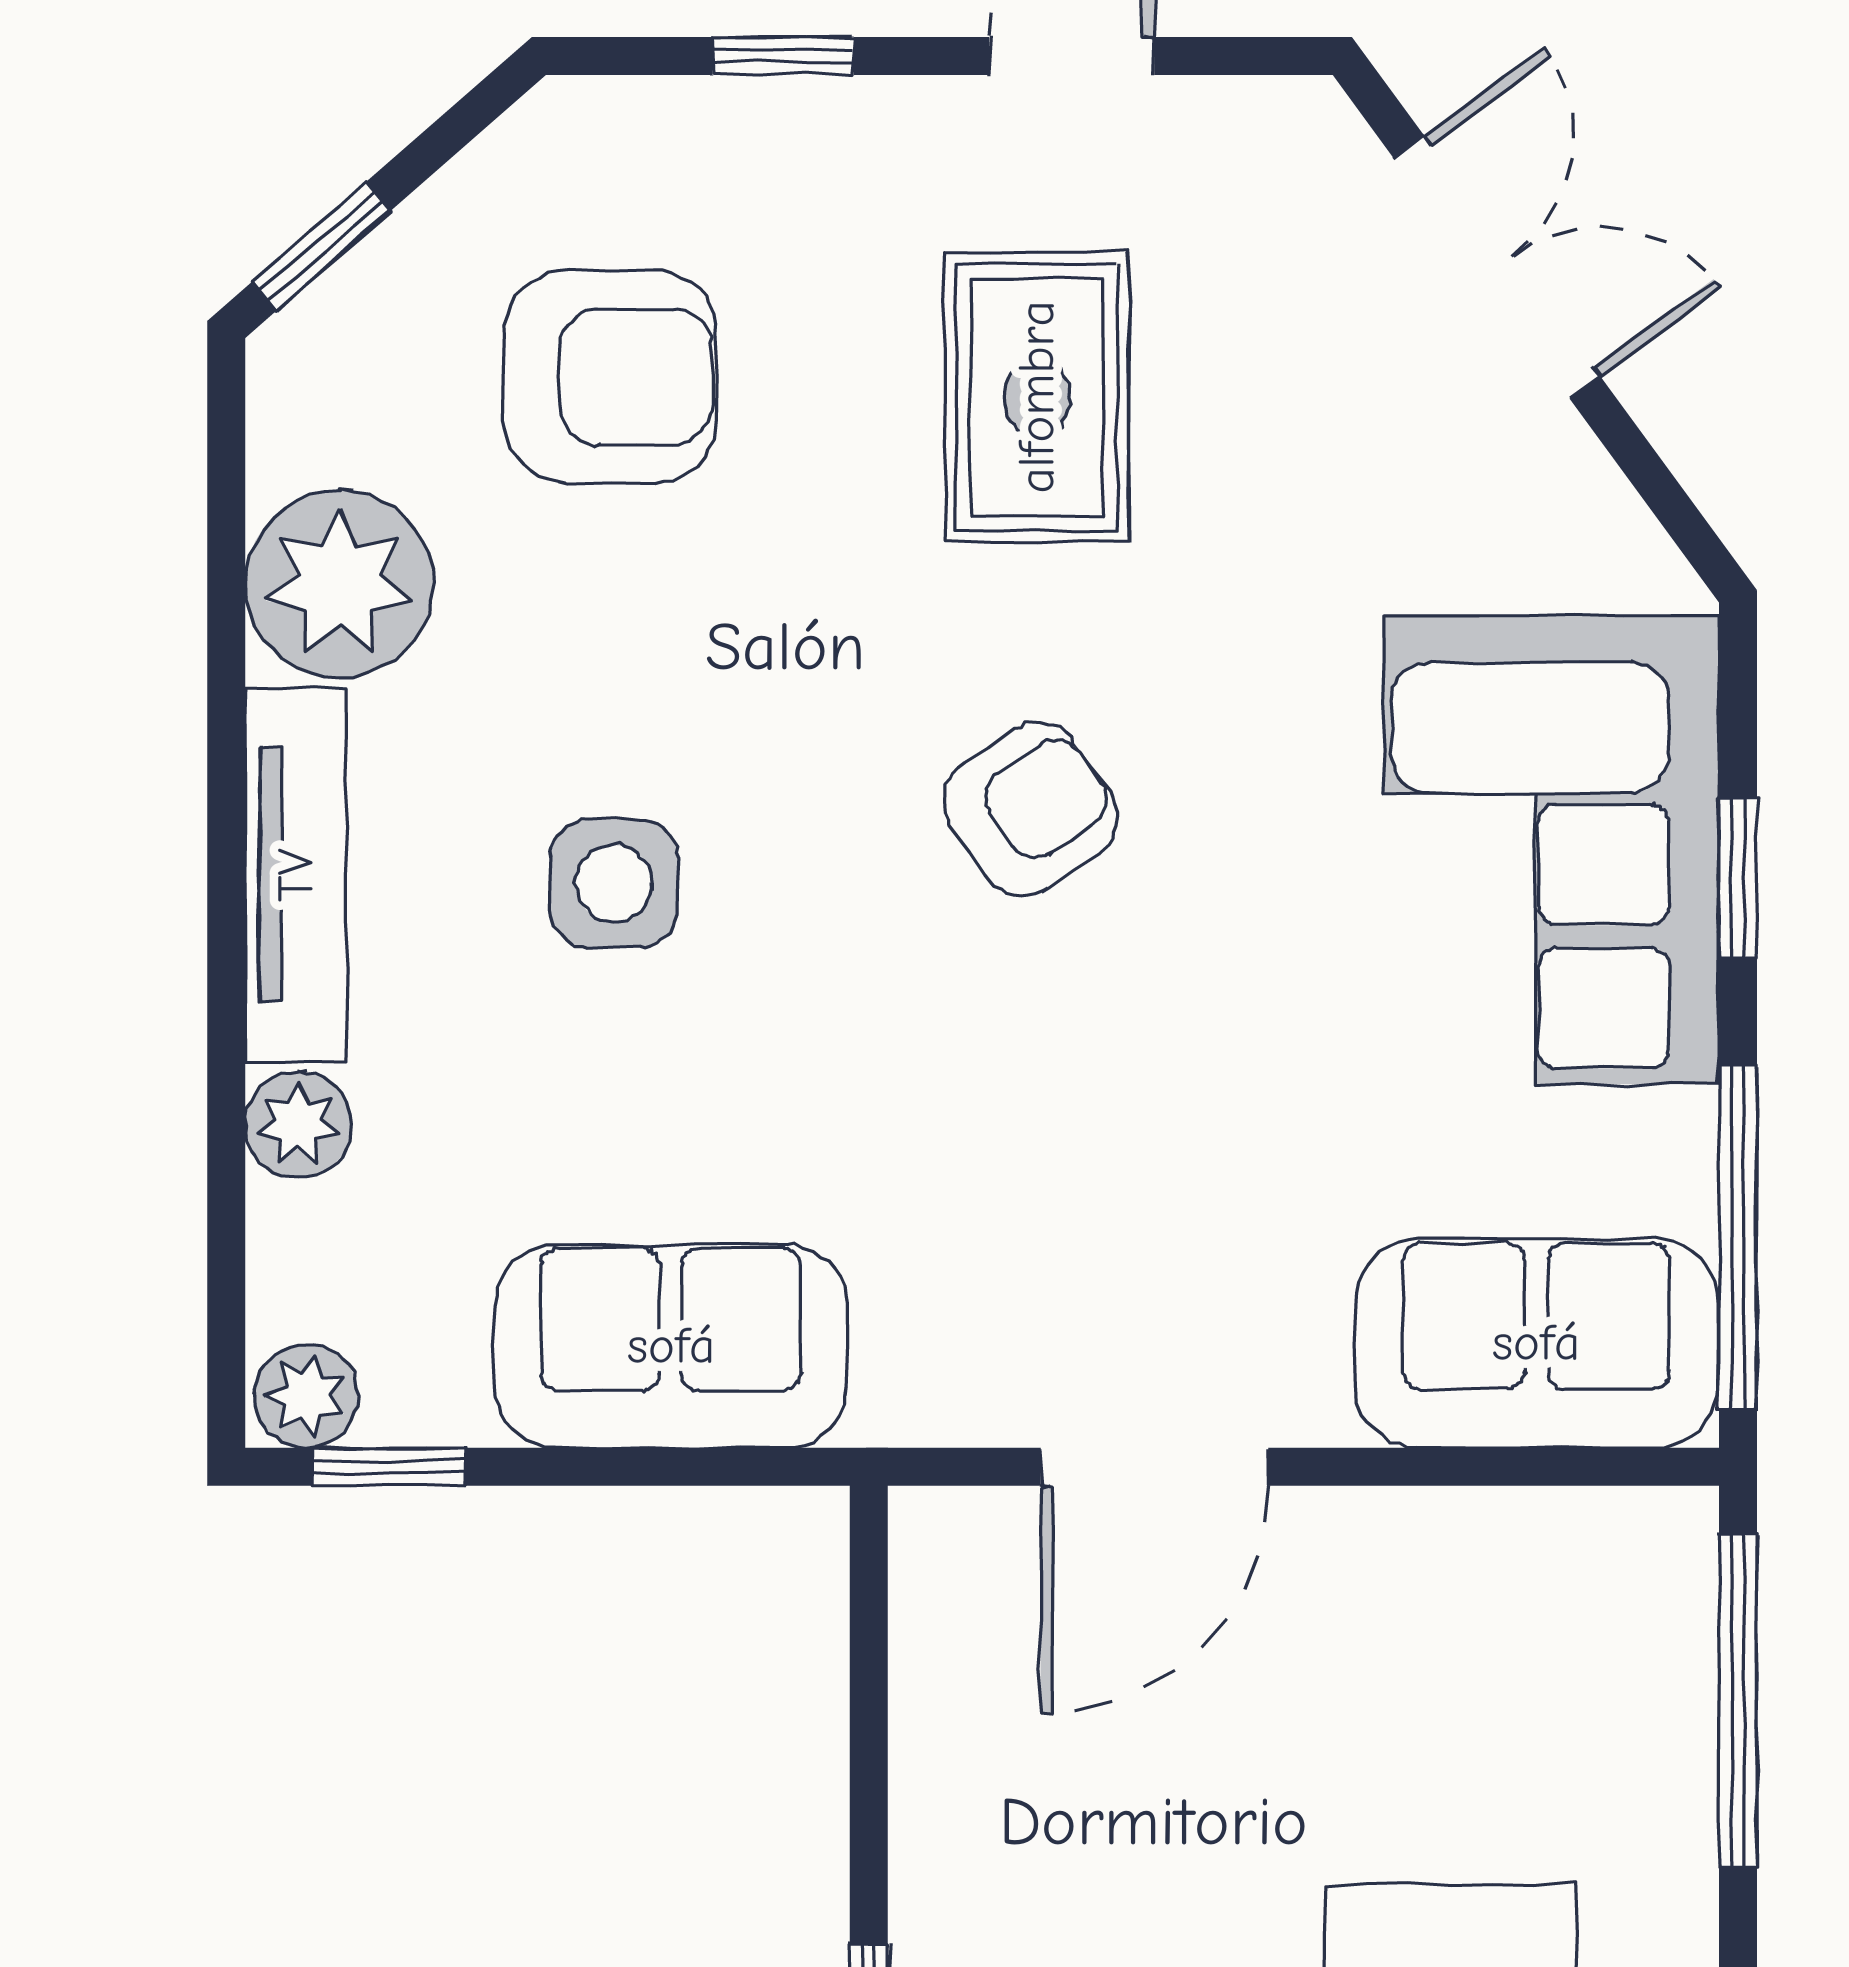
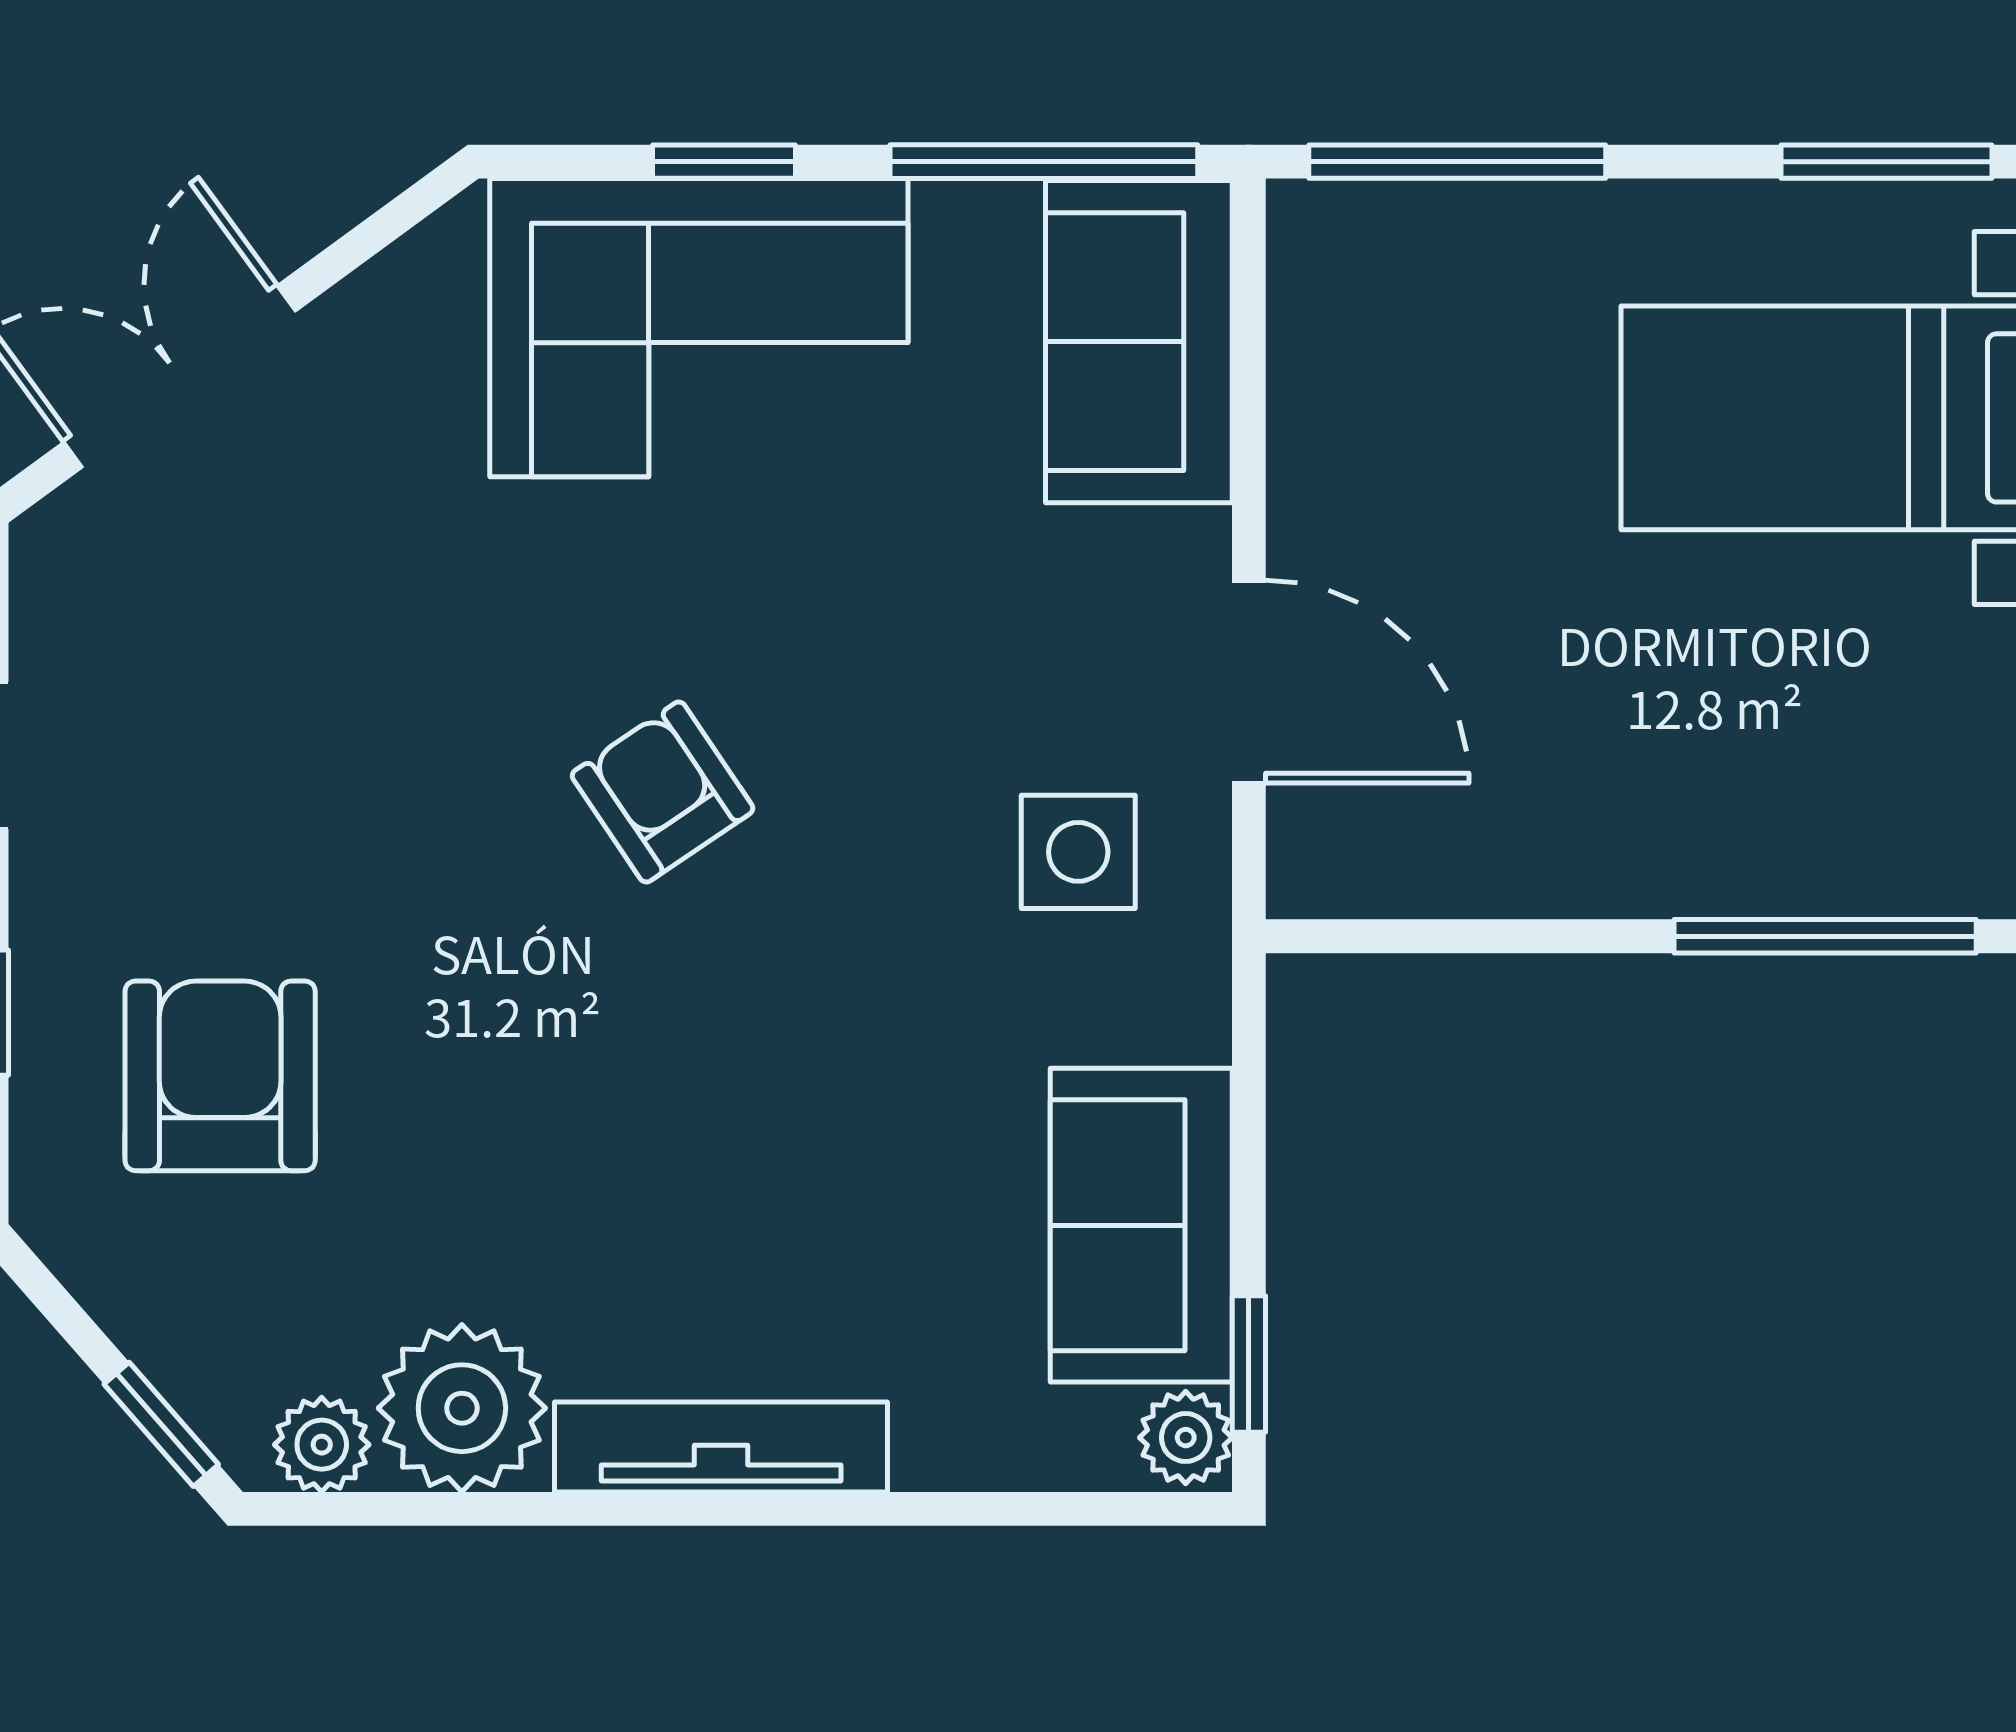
armchair: (610, 376) -> (220, 1076), moved
rug: (1037, 397) -> (296, 787), removed
side table: (614, 883) -> (1078, 852), moved
plant: (298, 1125) -> (322, 1445), moved
sofa: (671, 1346) -> (1141, 1225), moved

